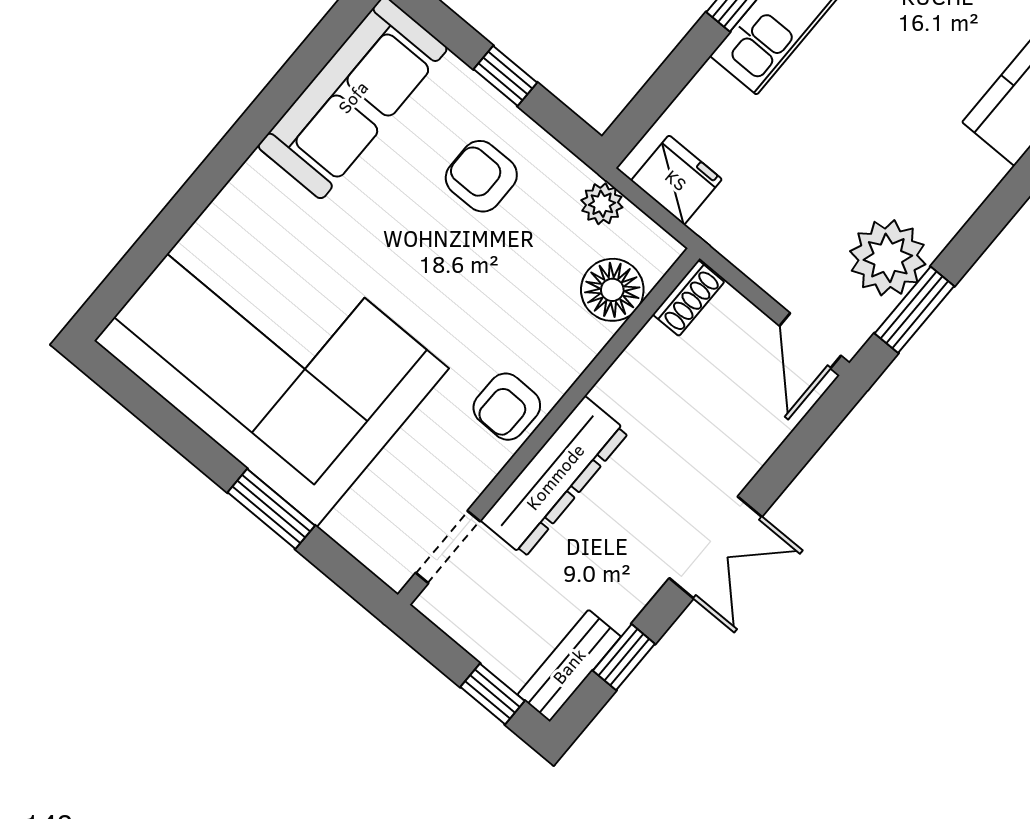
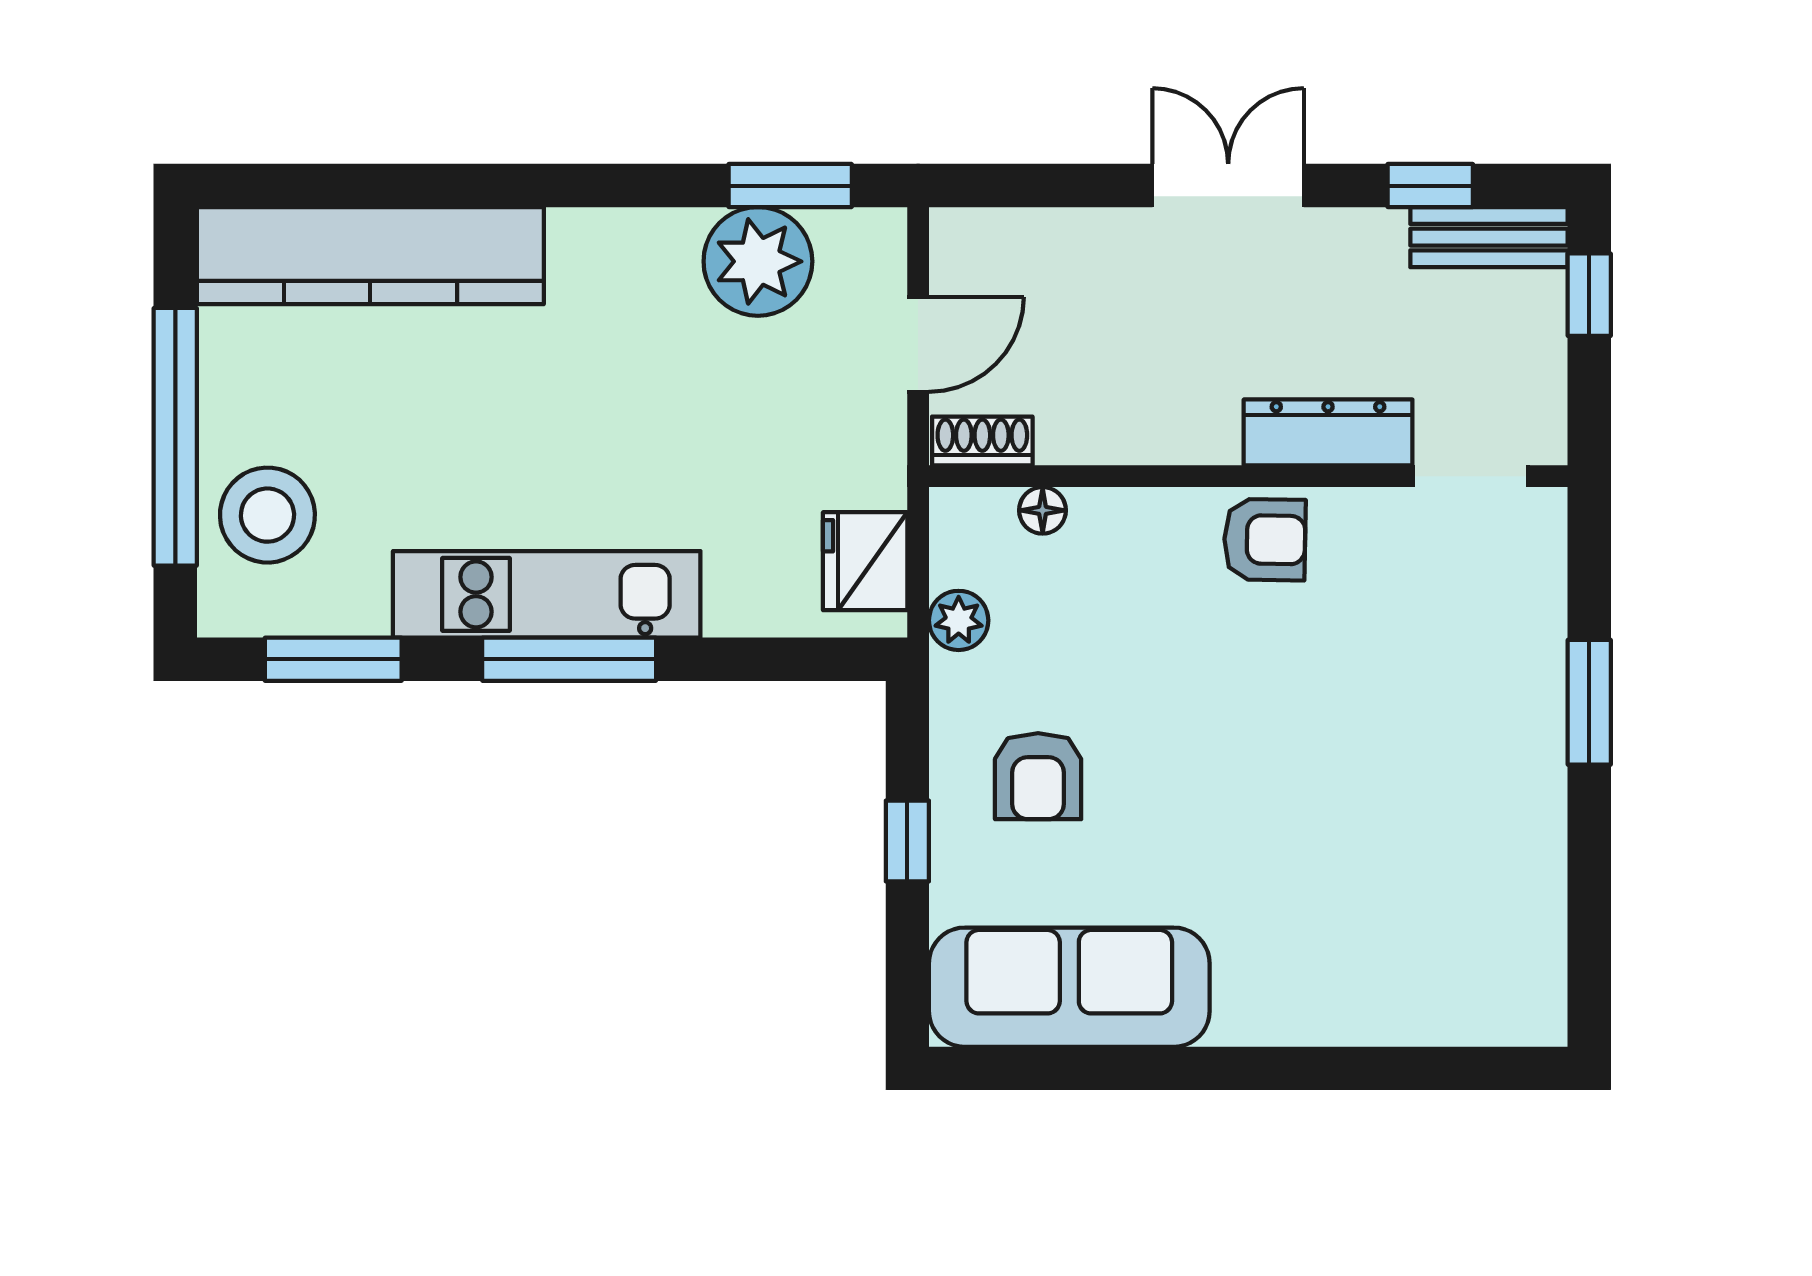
floor lamp: (612, 290) -> (1043, 510), width x0.53, depth x0.53
door: (810, 341) -> (918, 344), moved
corner sofa: (272, 355) -> (1422, 842), removed
dresser: (555, 477) -> (1328, 432), width x0.73, depth x0.80

